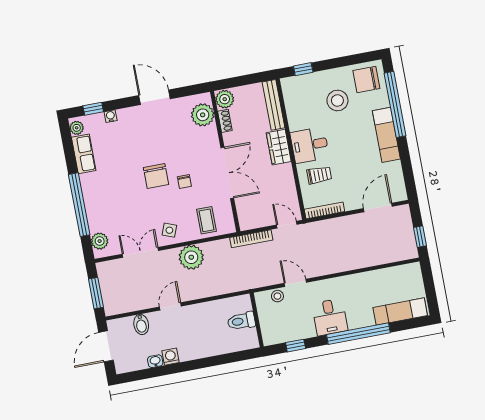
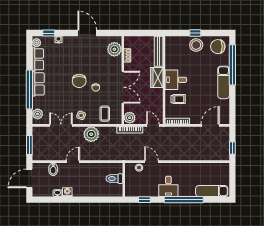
window: (303, 69) -> (195, 33), moved
plant: (225, 99) -> (130, 118), moved
stool: (337, 100) -> (196, 45), moved
row of seats: (92, 193) -> (38, 84), added

